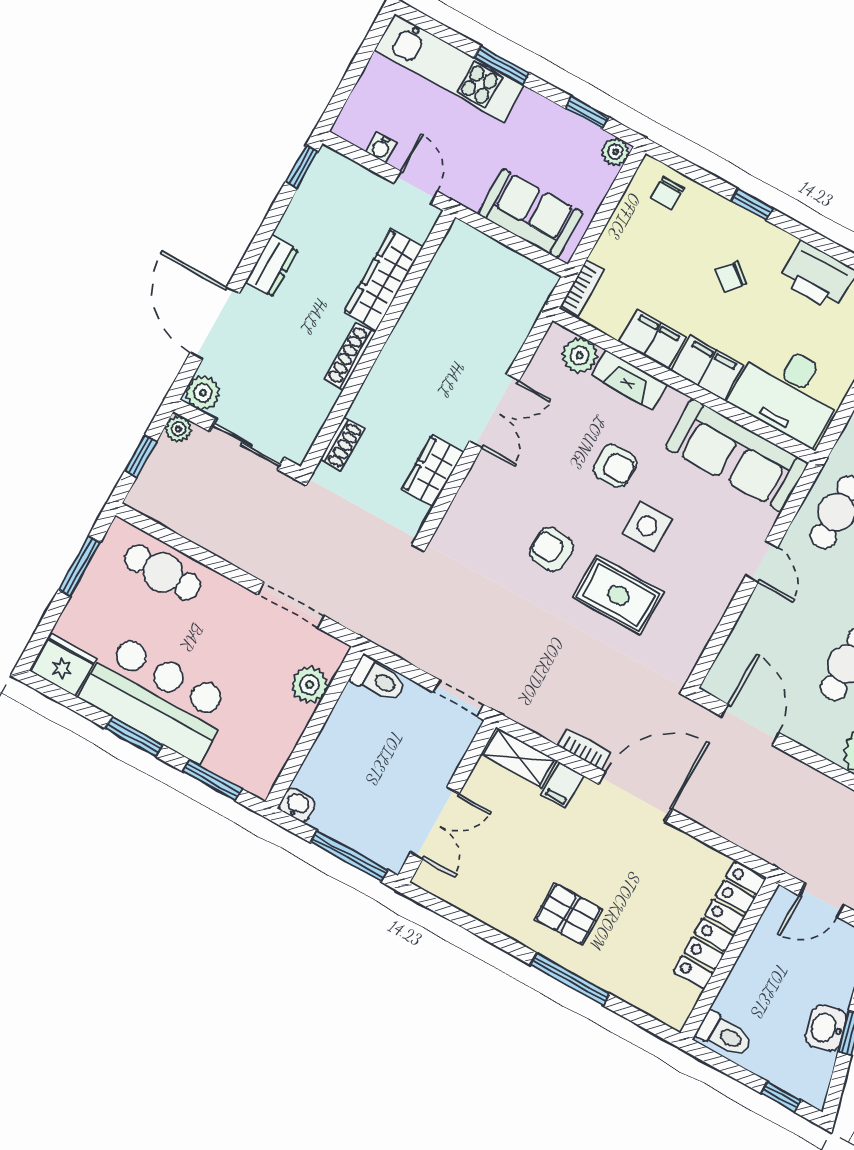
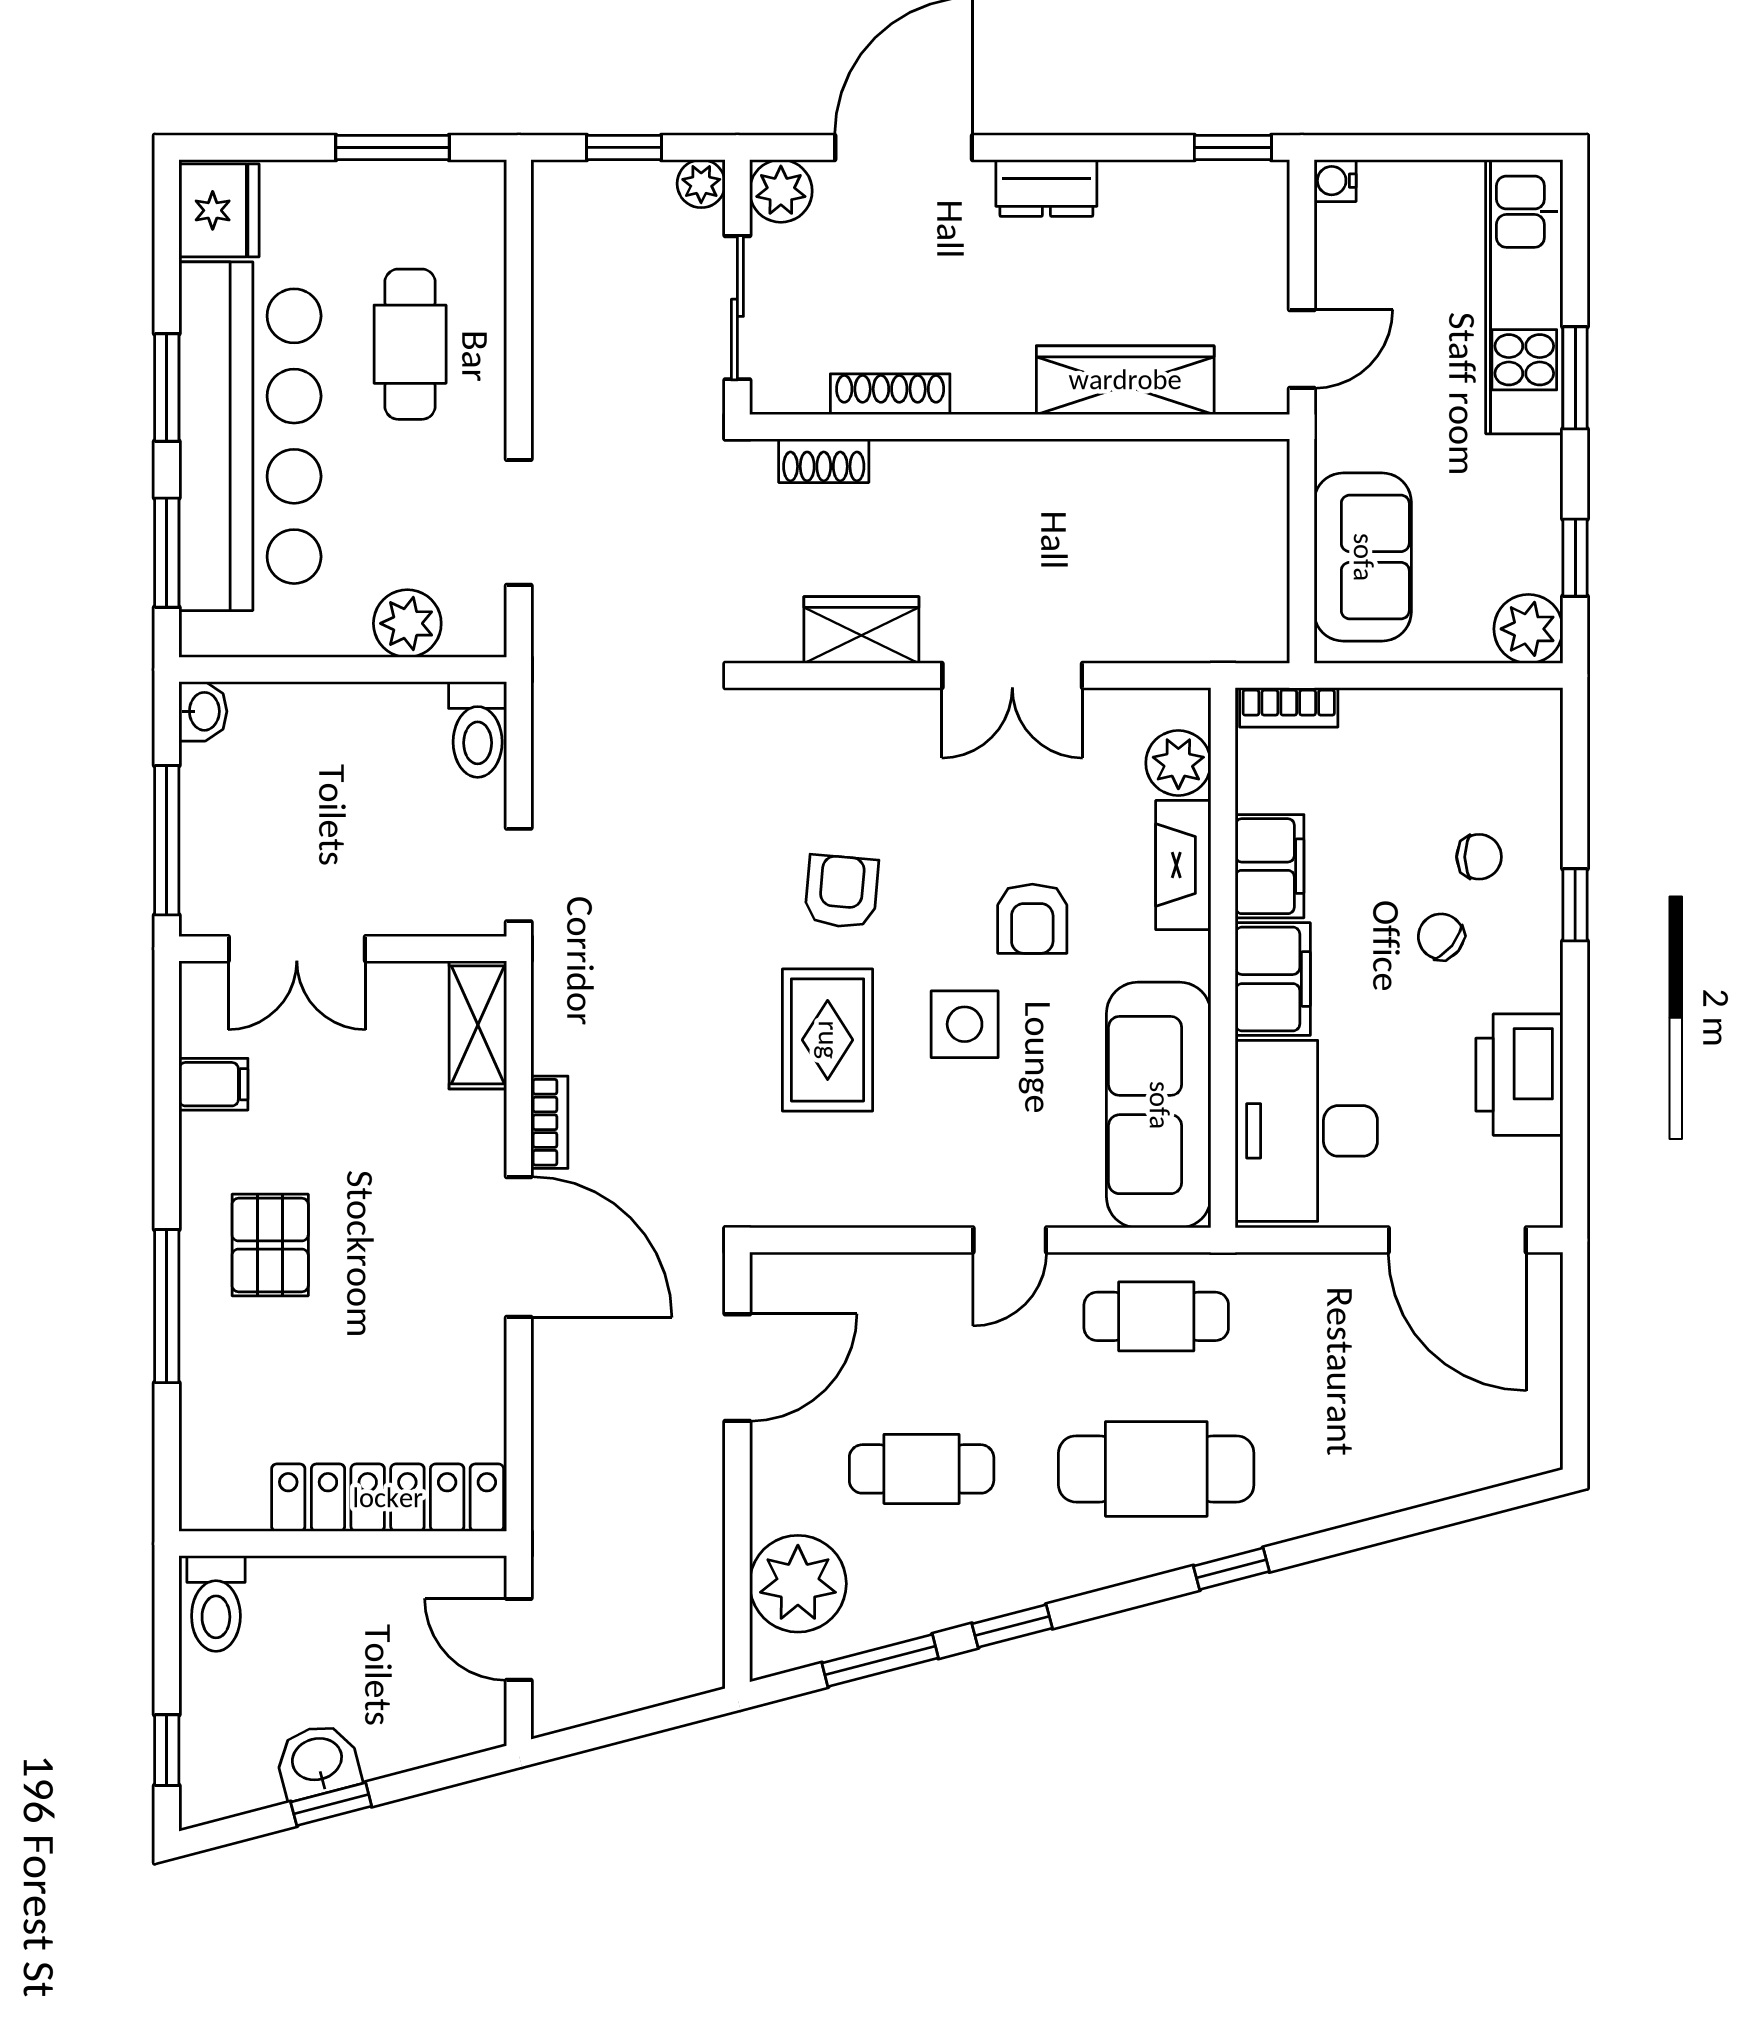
water cooler: (381, 148) -> (1335, 181), moved
plant: (615, 152) -> (1528, 629), width x1.38, depth x1.38
chair: (667, 193) -> (1479, 857), moved, turned 180
shoe rack: (350, 356) -> (890, 394), moved
cafe table: (163, 572) -> (410, 344), moved
bar counter: (157, 698) -> (250, 436), width x1.36
filing cabinet: (562, 785) -> (213, 1084), moved, turned 180

